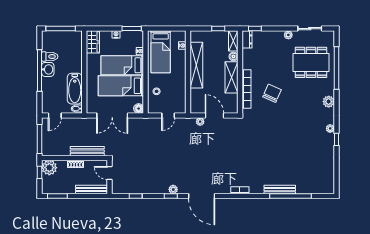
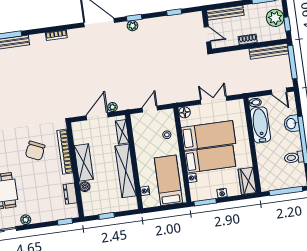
dresser: (247, 39) -> (70, 194), moved
shelving: (233, 41) -> (122, 132), moved
washbasin: (48, 69) -> (291, 124), moved
door: (55, 116) -> (279, 91), swing flipped
double door: (112, 116) -> (214, 100), width x0.73
door: (214, 116) -> (97, 116), swing flipped
bench: (87, 151) -> (269, 51), moved
plant: (49, 168) -> (275, 18), moved

